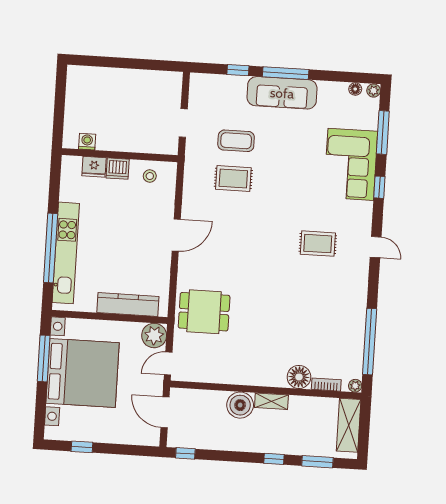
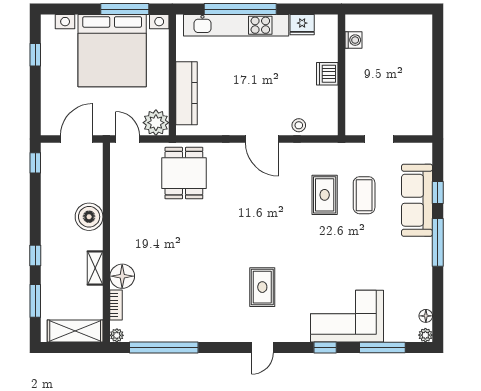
sofa: (282, 93) -> (417, 200), moved
fridge: (94, 167) -> (302, 25), moved, turned -90
stool: (150, 176) -> (299, 125), moved
shelving: (271, 401) -> (95, 268), moved

